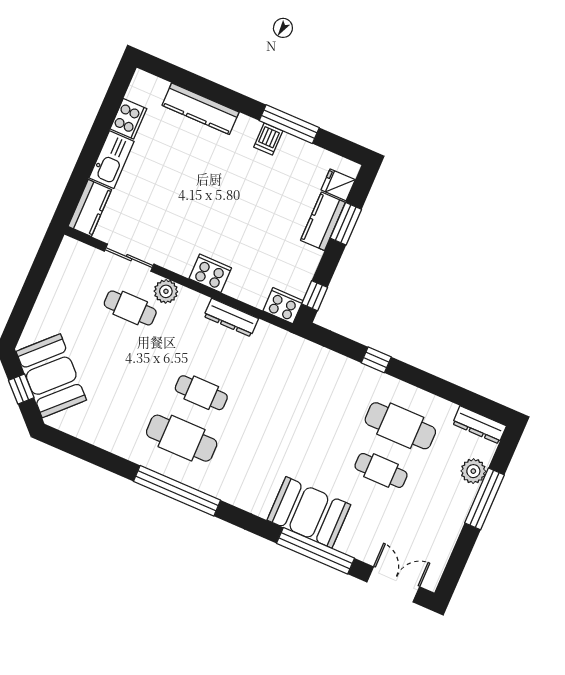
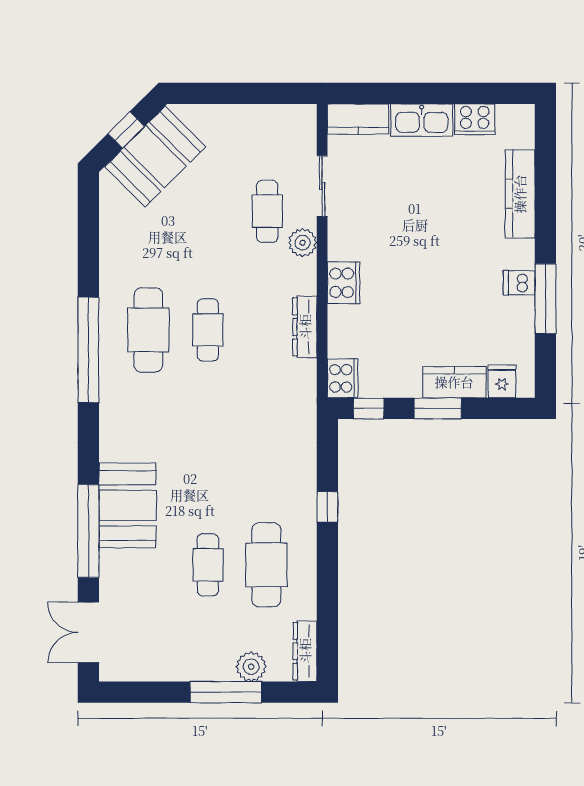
window: (346, 224) -> (438, 408), moved
double door: (393, 584) -> (88, 632), swing flipped

